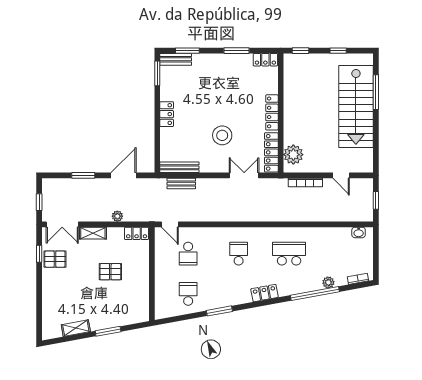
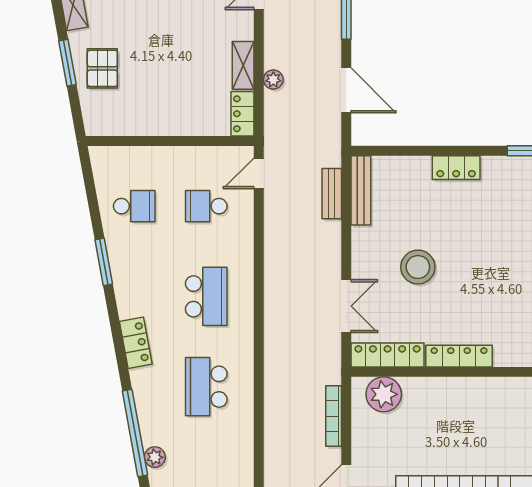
shelving: (93, 233) -> (243, 65), moved
school desk: (239, 254) -> (206, 296), width x1.85
school desk: (289, 254) -> (206, 387), turned 180
pallet: (110, 272) -> (102, 68), moved

